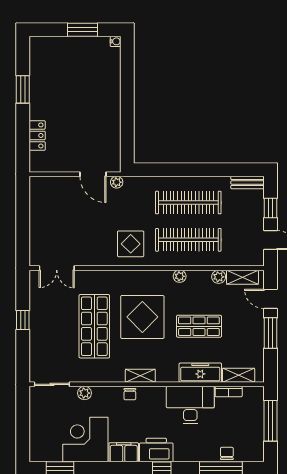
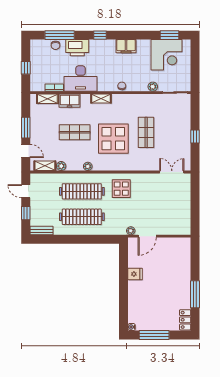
window: (83, 30) -> (154, 335), width x1.44
window: (23, 89) -> (195, 294), width x1.44
fridge: (111, 119) -> (135, 274), added
locker: (37, 135) -> (185, 320), moved
door: (93, 174) -> (147, 236), swing flipped
shop shelf: (94, 326) -> (146, 132), width x0.70, depth x0.74
freezer: (200, 373) -> (70, 101), width x0.71
shelving: (140, 376) -> (101, 98), moved
window: (270, 421) -> (26, 68), width x0.46
corner desk: (85, 440) -> (166, 55), moved
printer: (156, 450) -> (77, 48), moved

